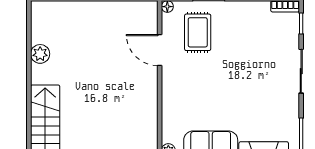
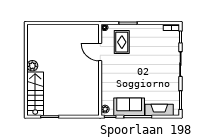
plant: (40, 54) -> (32, 66), moved

